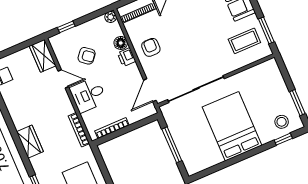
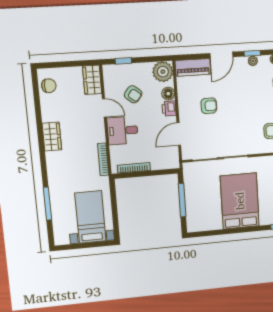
plant: (111, 17) -> (163, 72), width x1.88, depth x1.88
armchair: (151, 47) -> (209, 106), moved, turned 90
door: (150, 90) -> (179, 134), moved
wardrobe: (30, 142) -> (52, 137), moved

